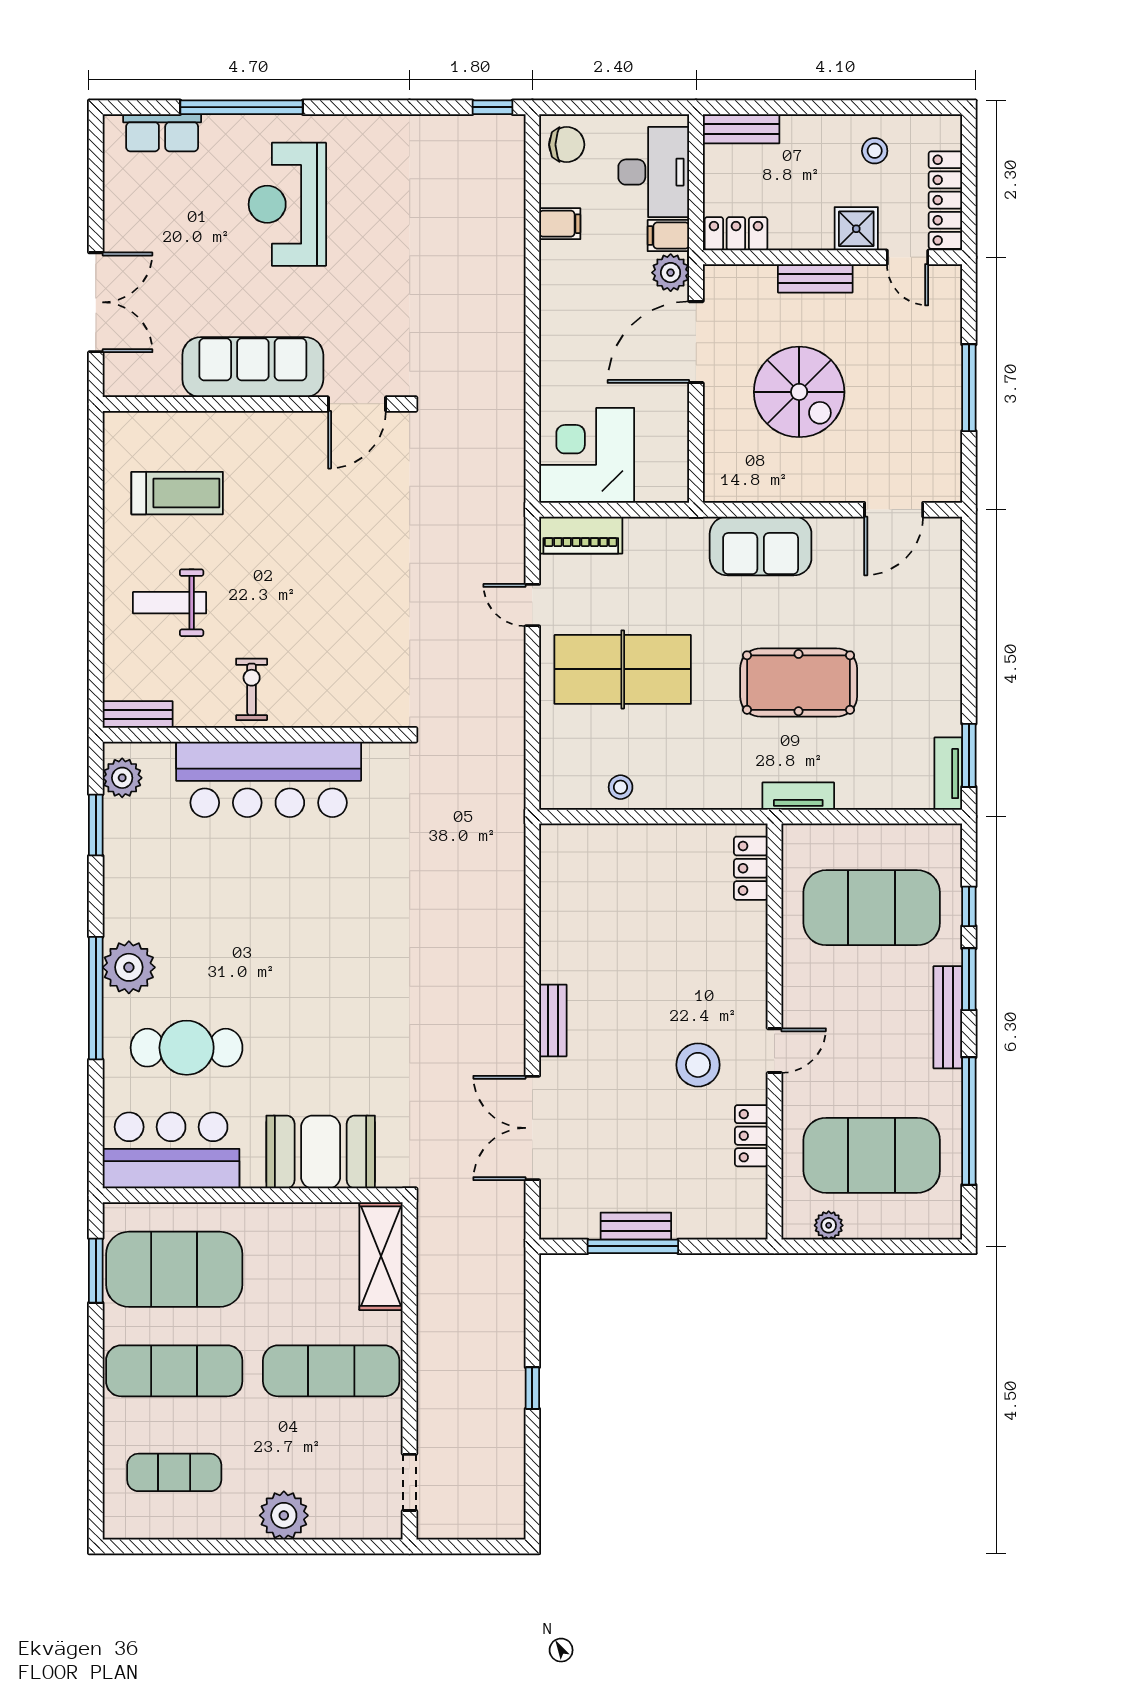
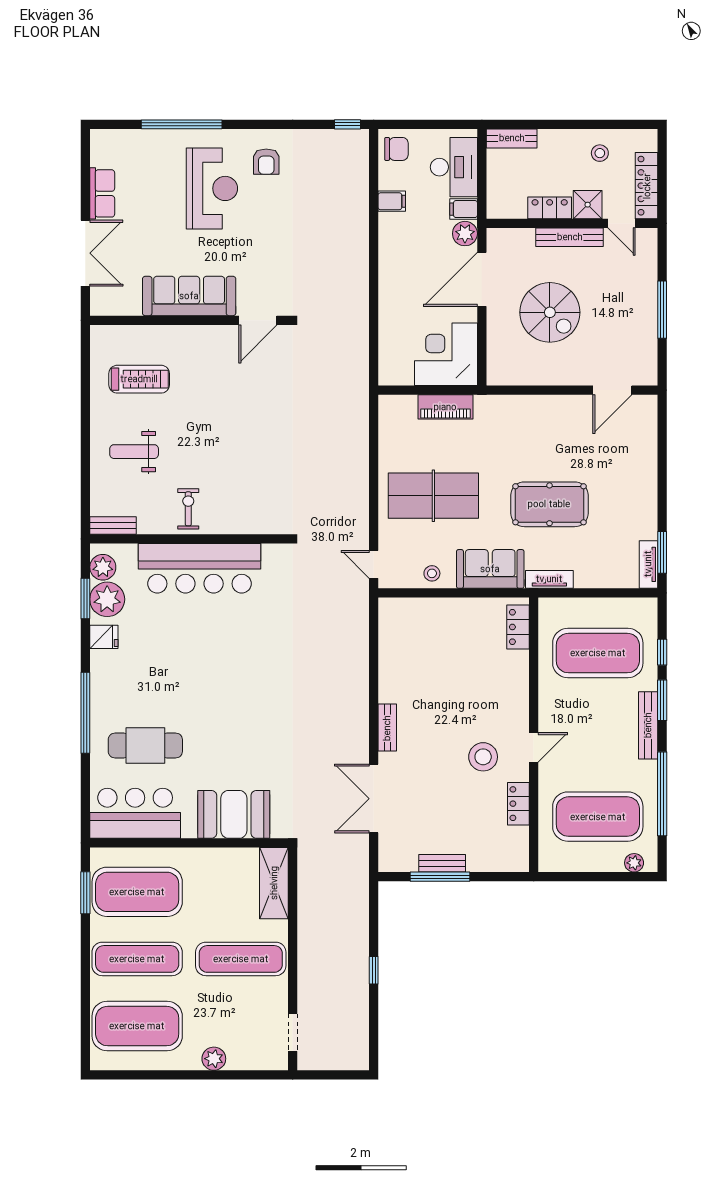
row of seats: (162, 133) -> (102, 193), moved, turned -90
armchair: (370, 164) -> (266, 162), added
reception desk: (287, 204) -> (212, 188), turned 180
locker: (736, 234) -> (550, 208), moved
bench: (815, 278) -> (570, 237), width x1.36
corner desk: (587, 455) -> (446, 354), moved
piano: (581, 535) -> (445, 407), moved
sofa: (761, 546) -> (490, 569), moved, turned 180
door: (532, 605) -> (374, 564), moved
fridge: (124, 883) -> (104, 637), added
plant: (129, 967) -> (107, 599), moved
plant: (829, 1225) -> (634, 863), moved
exercise mat: (174, 1472) -> (137, 1026), width x2.00, depth x1.45
plant: (284, 1515) -> (214, 1059), width x0.73, depth x0.73

